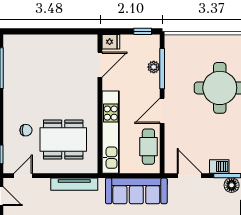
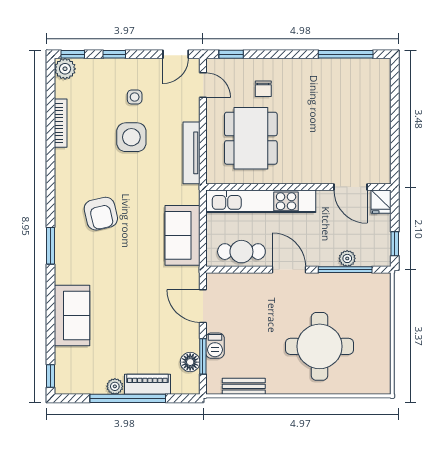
door: (189, 176) -> (203, 306), swing flipped
sofa: (136, 191) -> (183, 235), width x0.73

